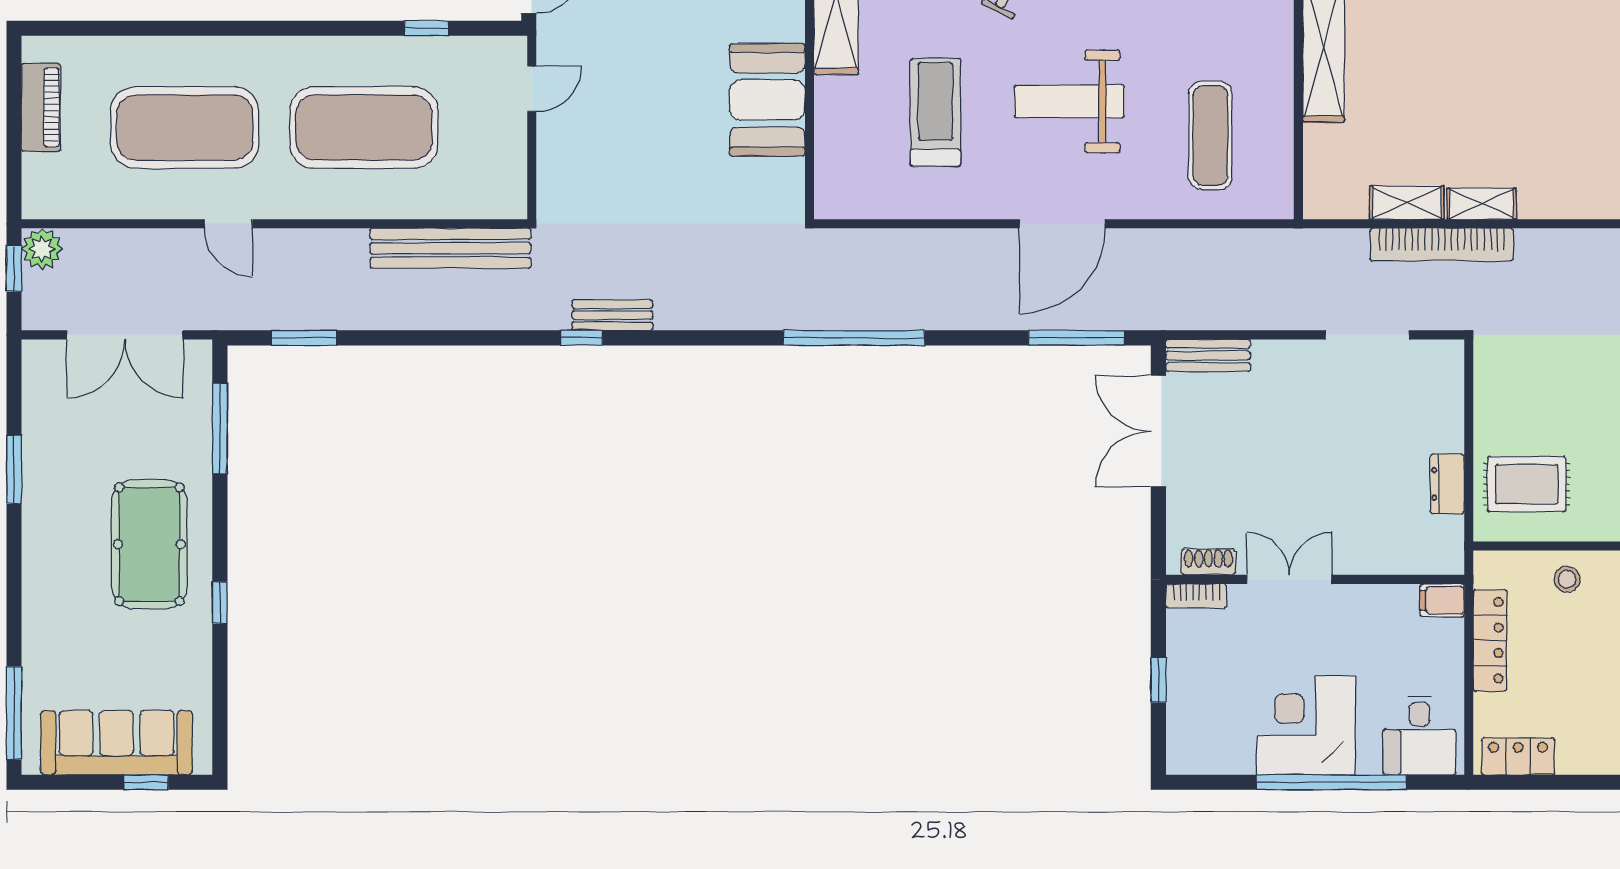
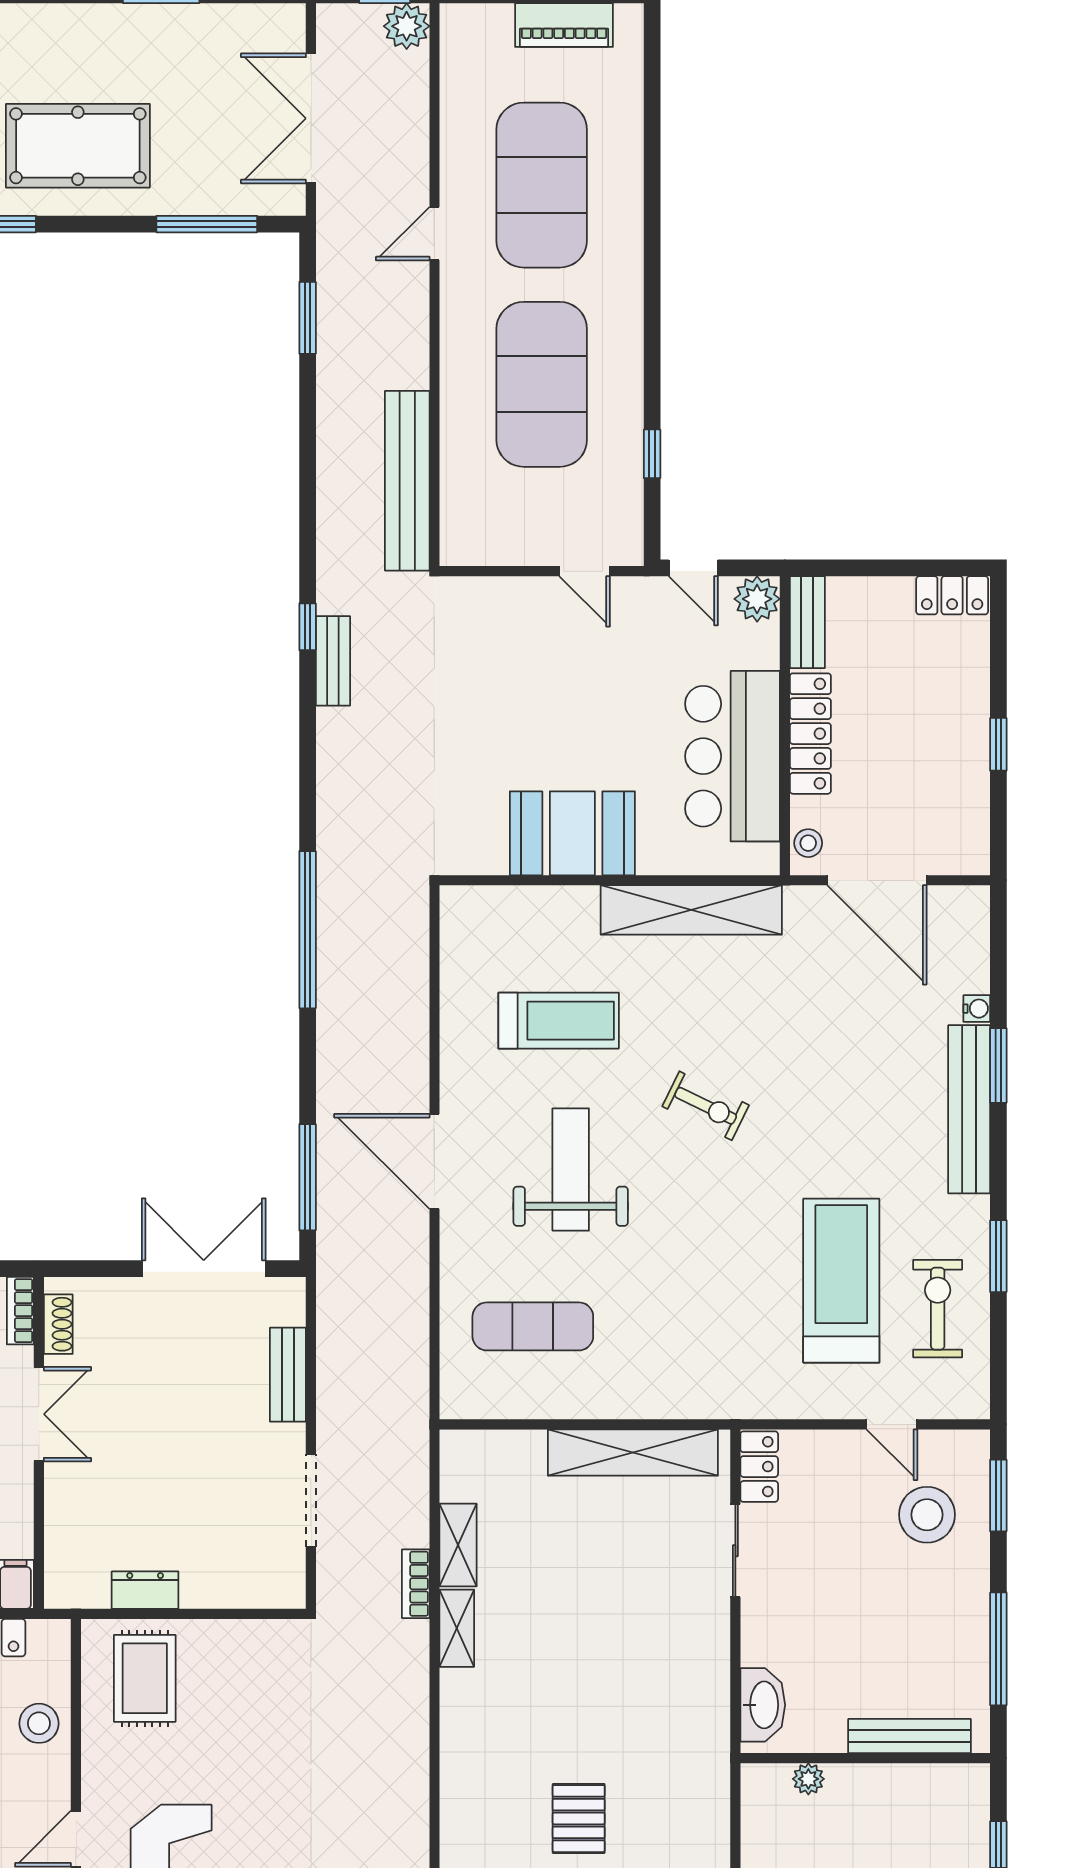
bookcase: (1442, 244) -> (416, 1584), width x0.43, depth x0.76
bench: (1208, 355) -> (288, 1375), moved
stool: (1567, 579) -> (39, 1723), width x1.37, depth x1.37

